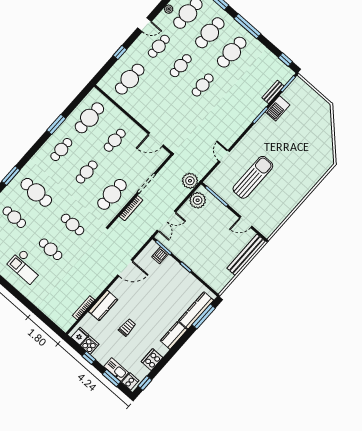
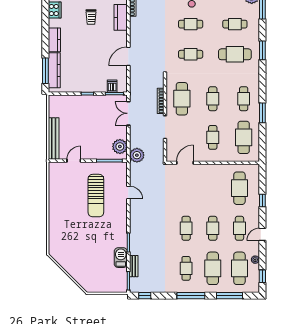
cafe table: (232, 52) -> (186, 268), width x0.73, depth x0.74

